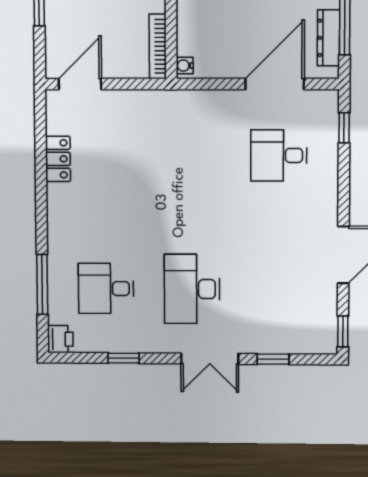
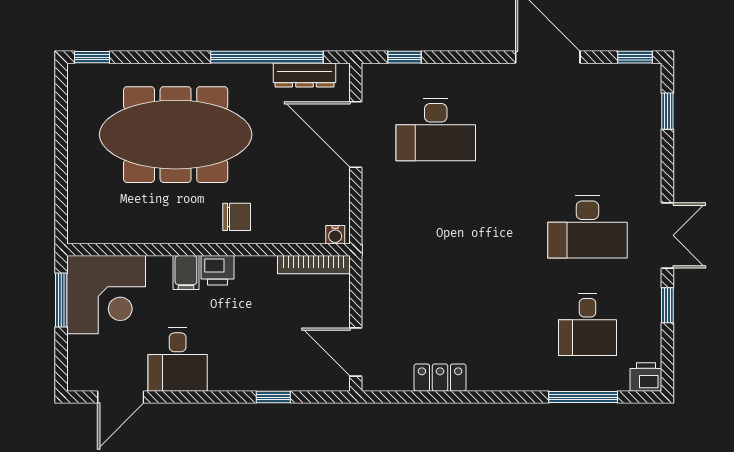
desk: (279, 155) -> (436, 130), width x1.37
double door: (210, 359) -> (667, 235), moved
window: (273, 359) -> (667, 111), moved

